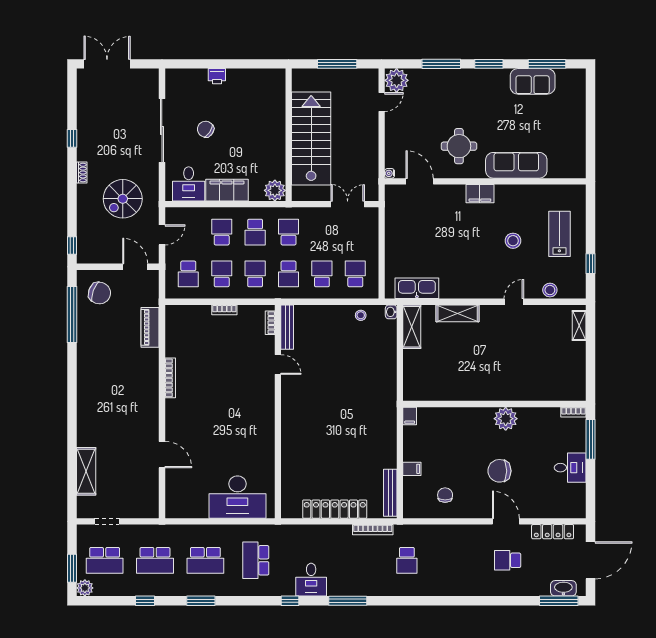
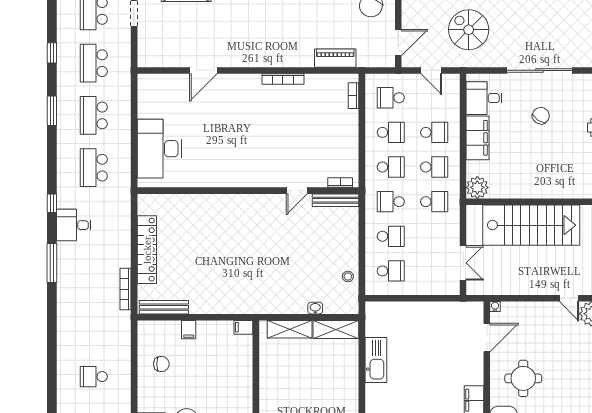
school desk: (255, 232) -> (434, 167), turned 180
kitchen sink: (417, 288) -> (376, 360), moved
bookcase: (224, 310) -> (354, 96), moved
washbasin: (391, 312) -> (315, 308), moved
shelving: (458, 313) -> (290, 329), moved, turned 90
school desk: (256, 560) -> (94, 168), turned -90
school desk: (407, 560) -> (94, 377), moved

